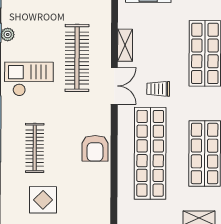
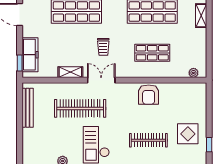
armchair: (95, 148) -> (149, 95), turned 90
shop shelf: (150, 153) -> (152, 53), width x0.50, depth x0.74
plant: (123, 208) -> (193, 73), added

